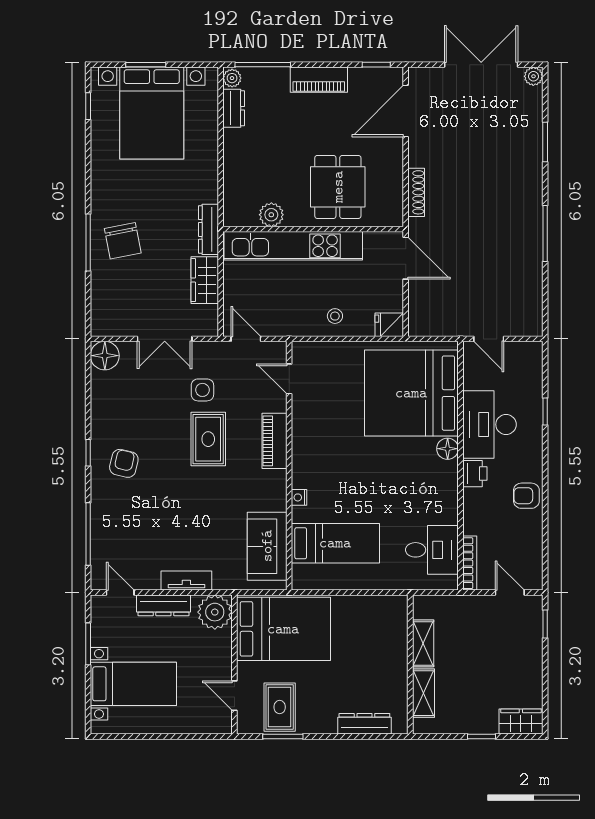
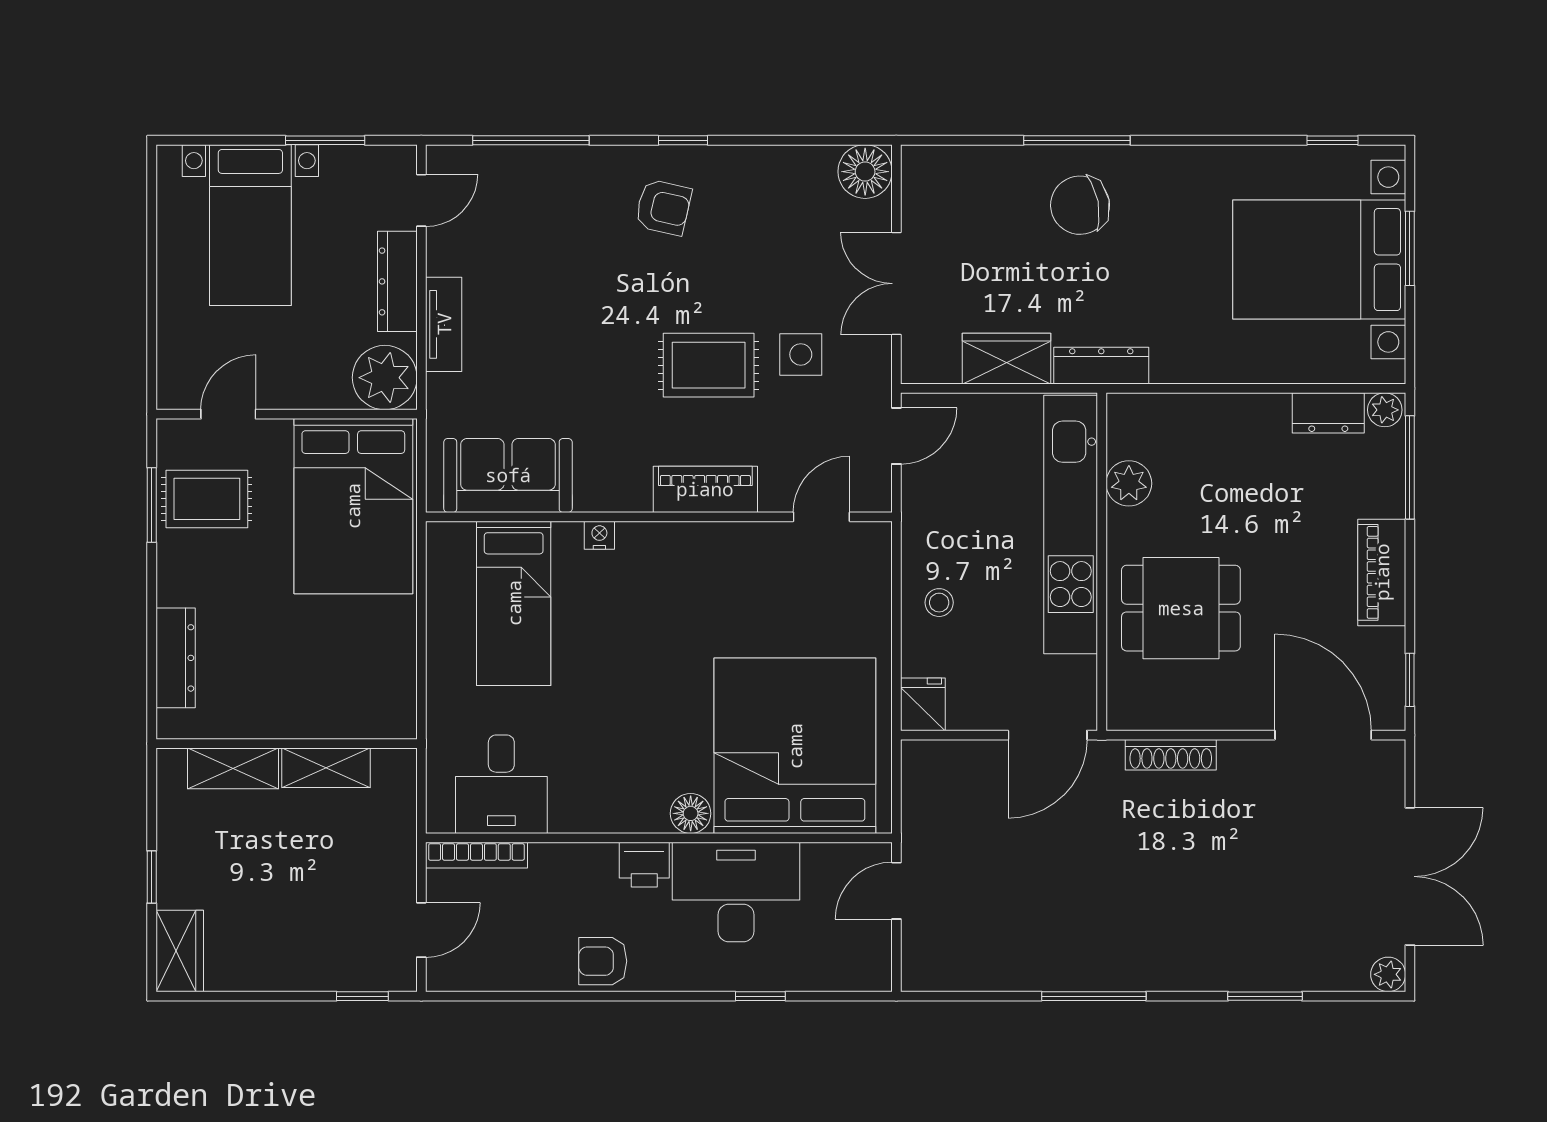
armchair: (526, 496) -> (603, 961), turned -90

